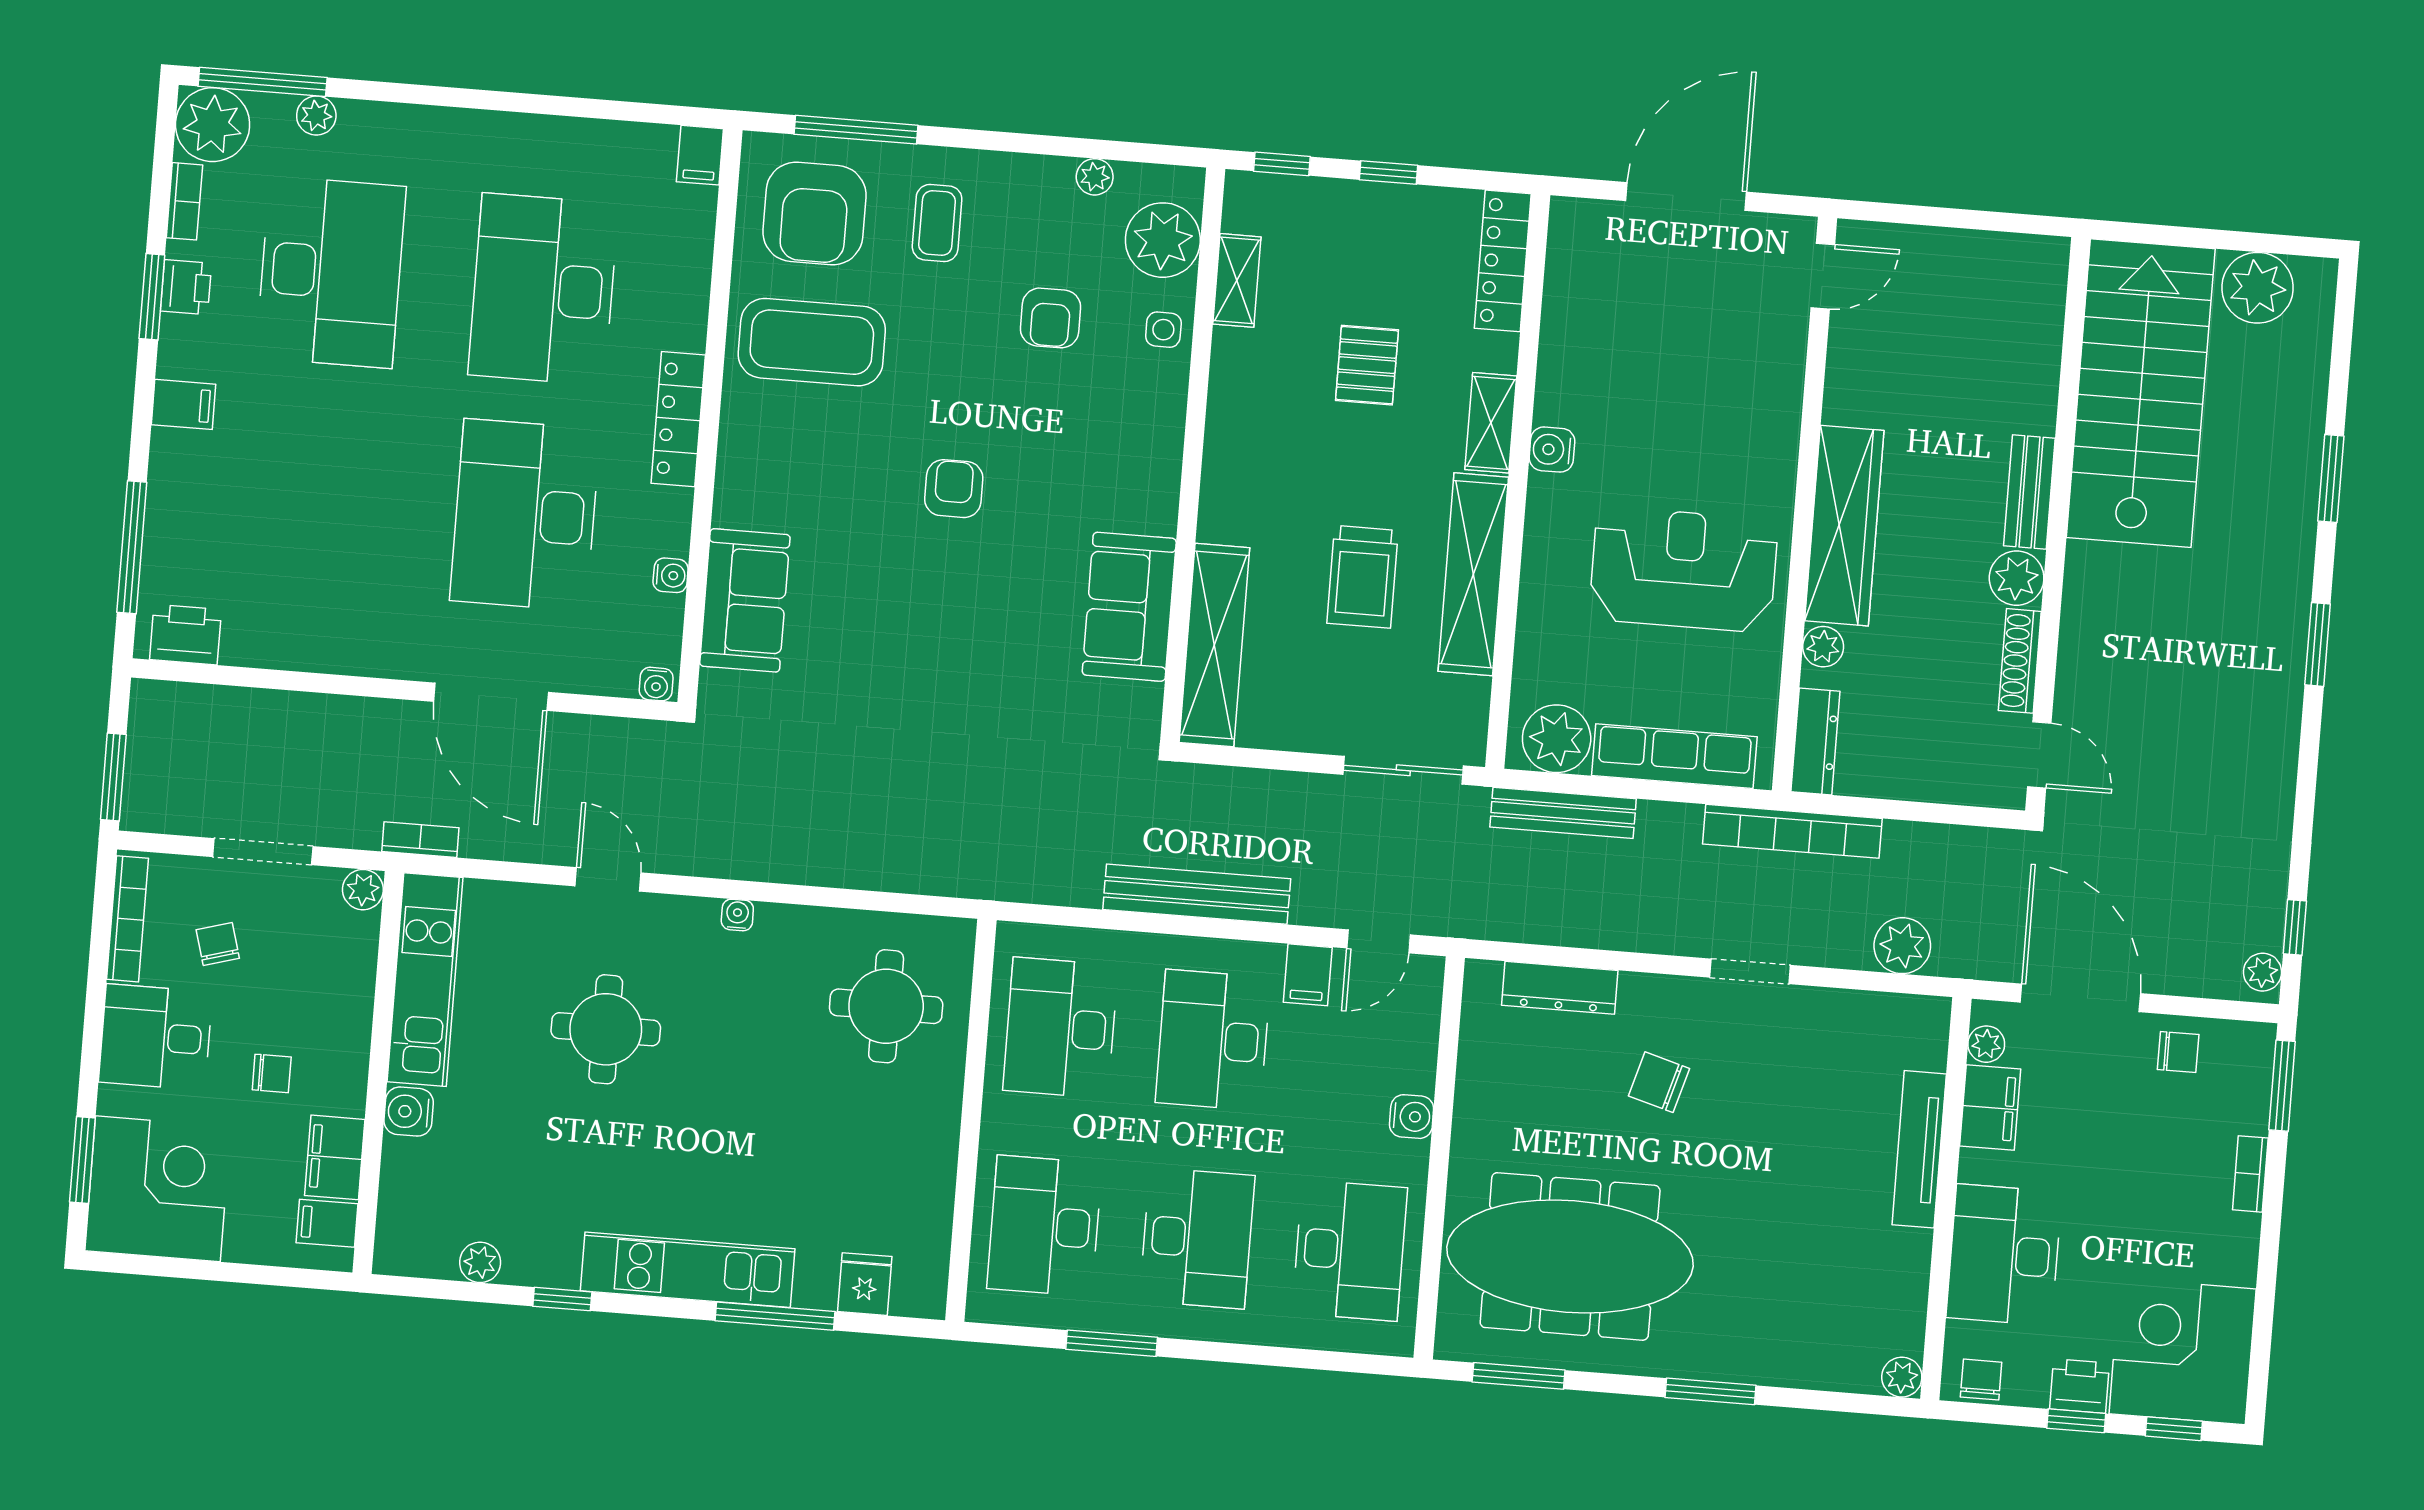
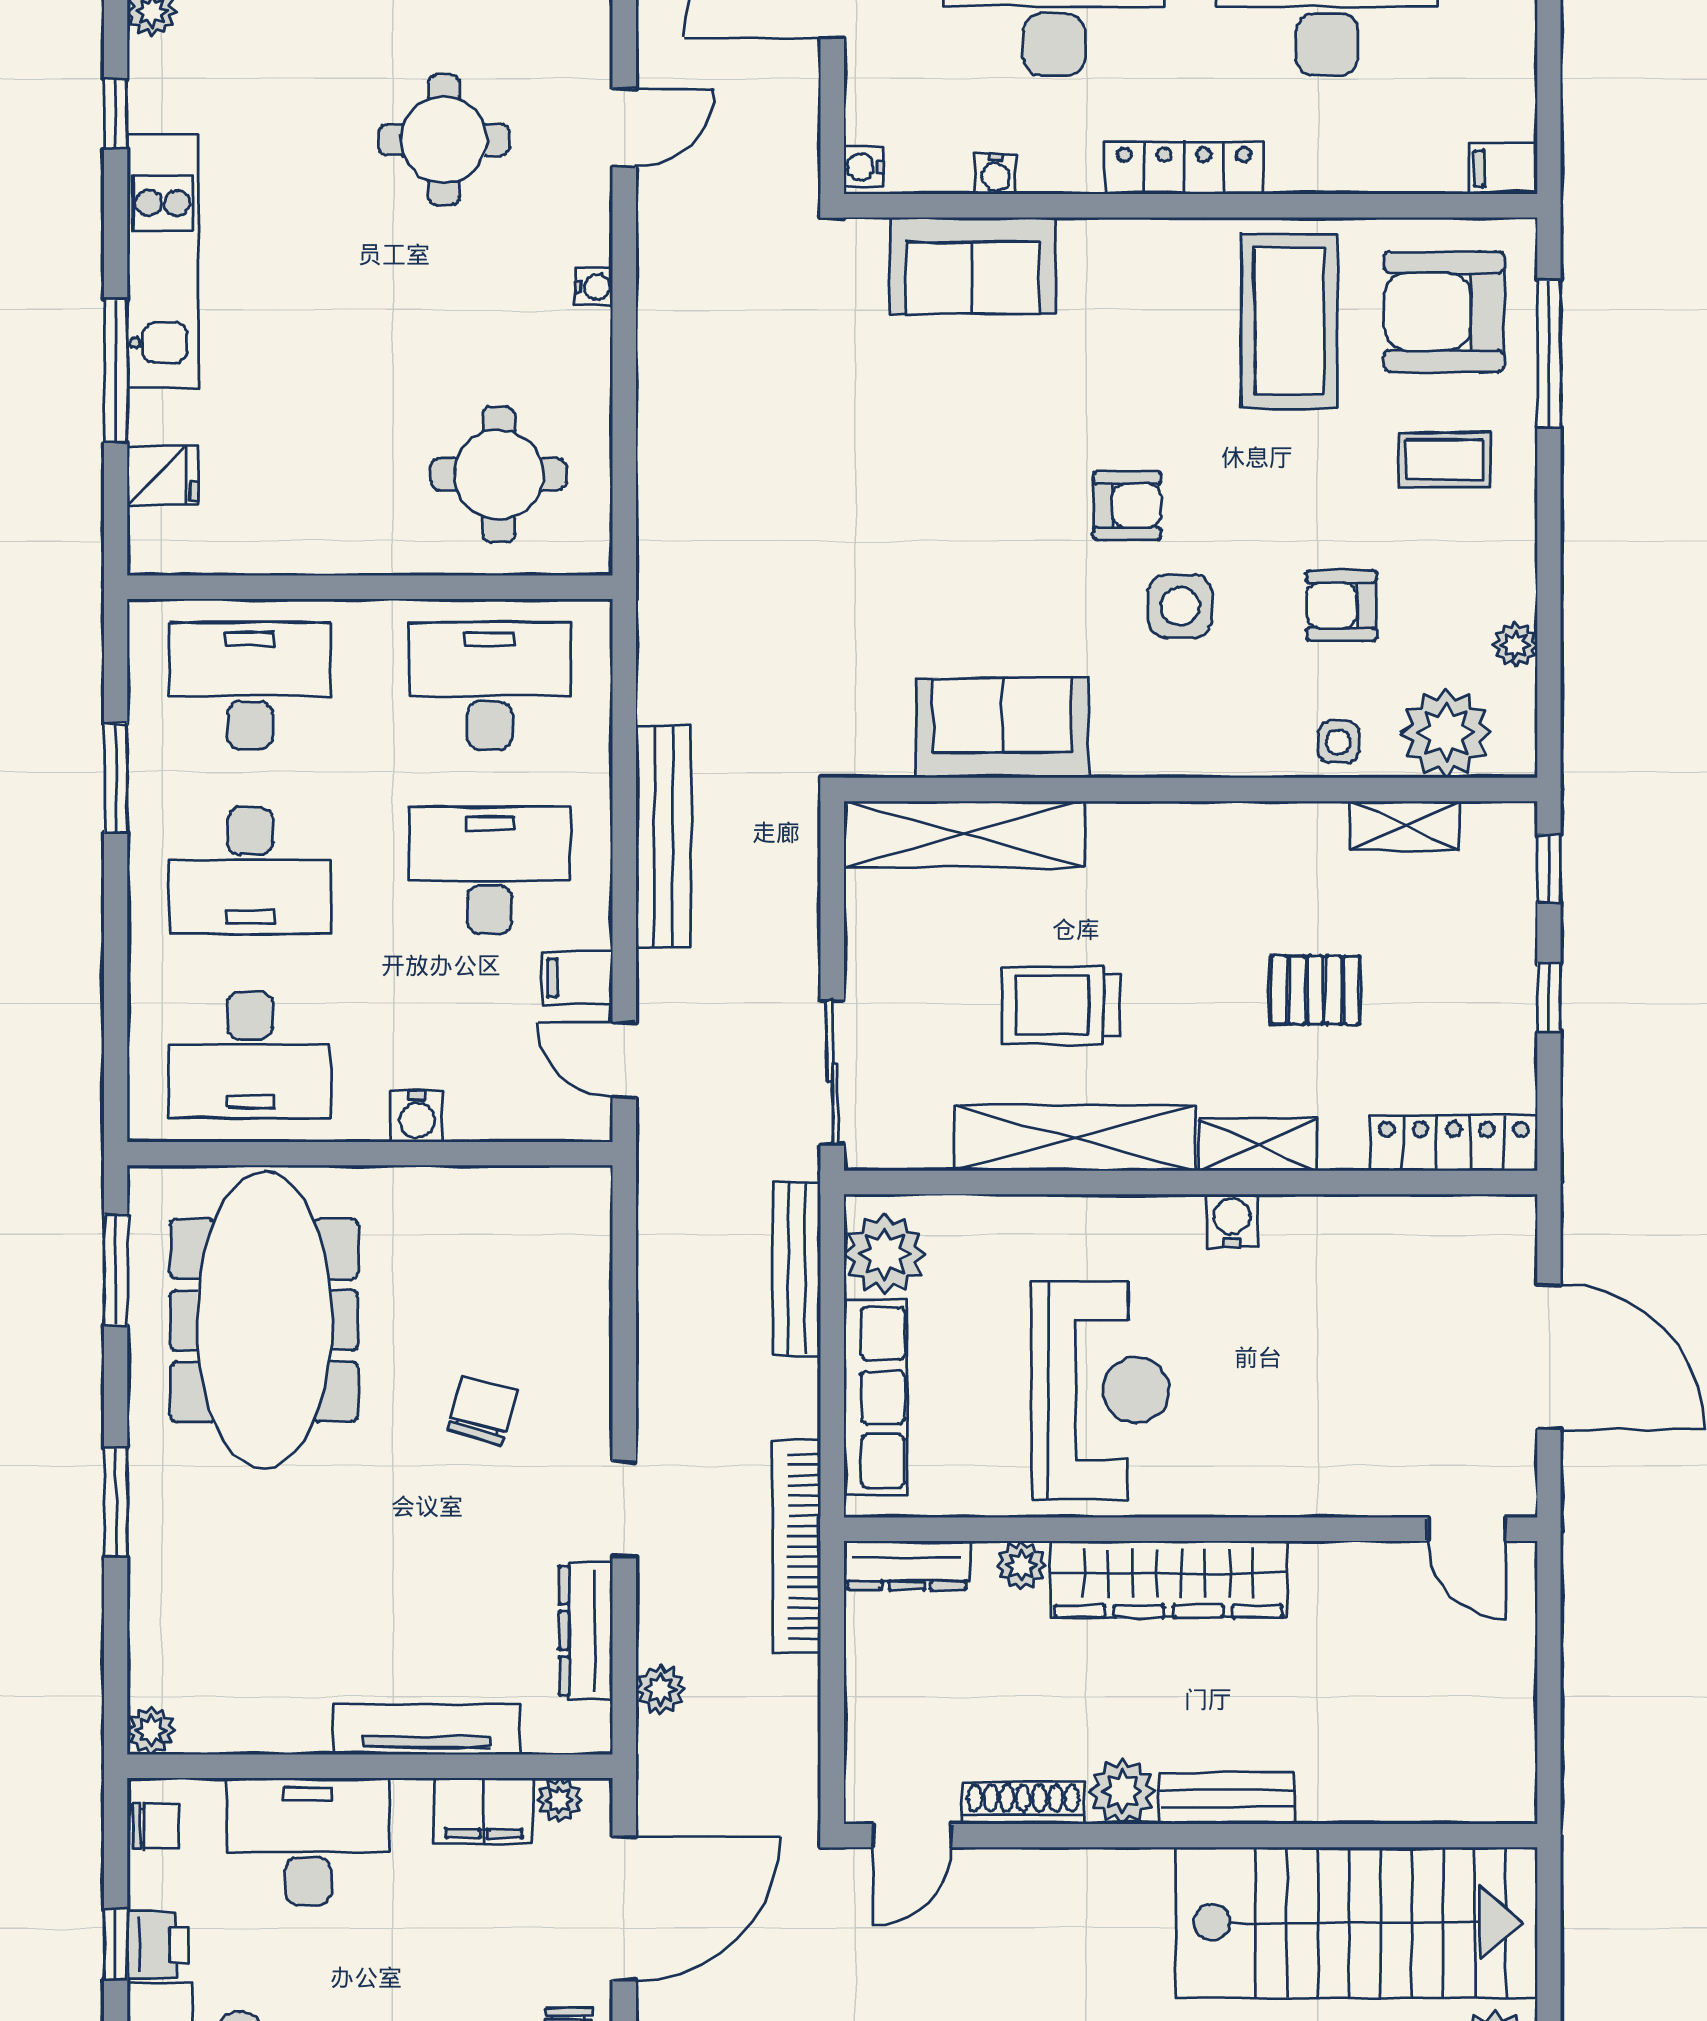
side table: (1040, 452) -> (1180, 606), added
plant: (1902, 946) -> (660, 1689), width x0.73, depth x0.73
dresser: (1560, 988) -> (586, 1630), moved

